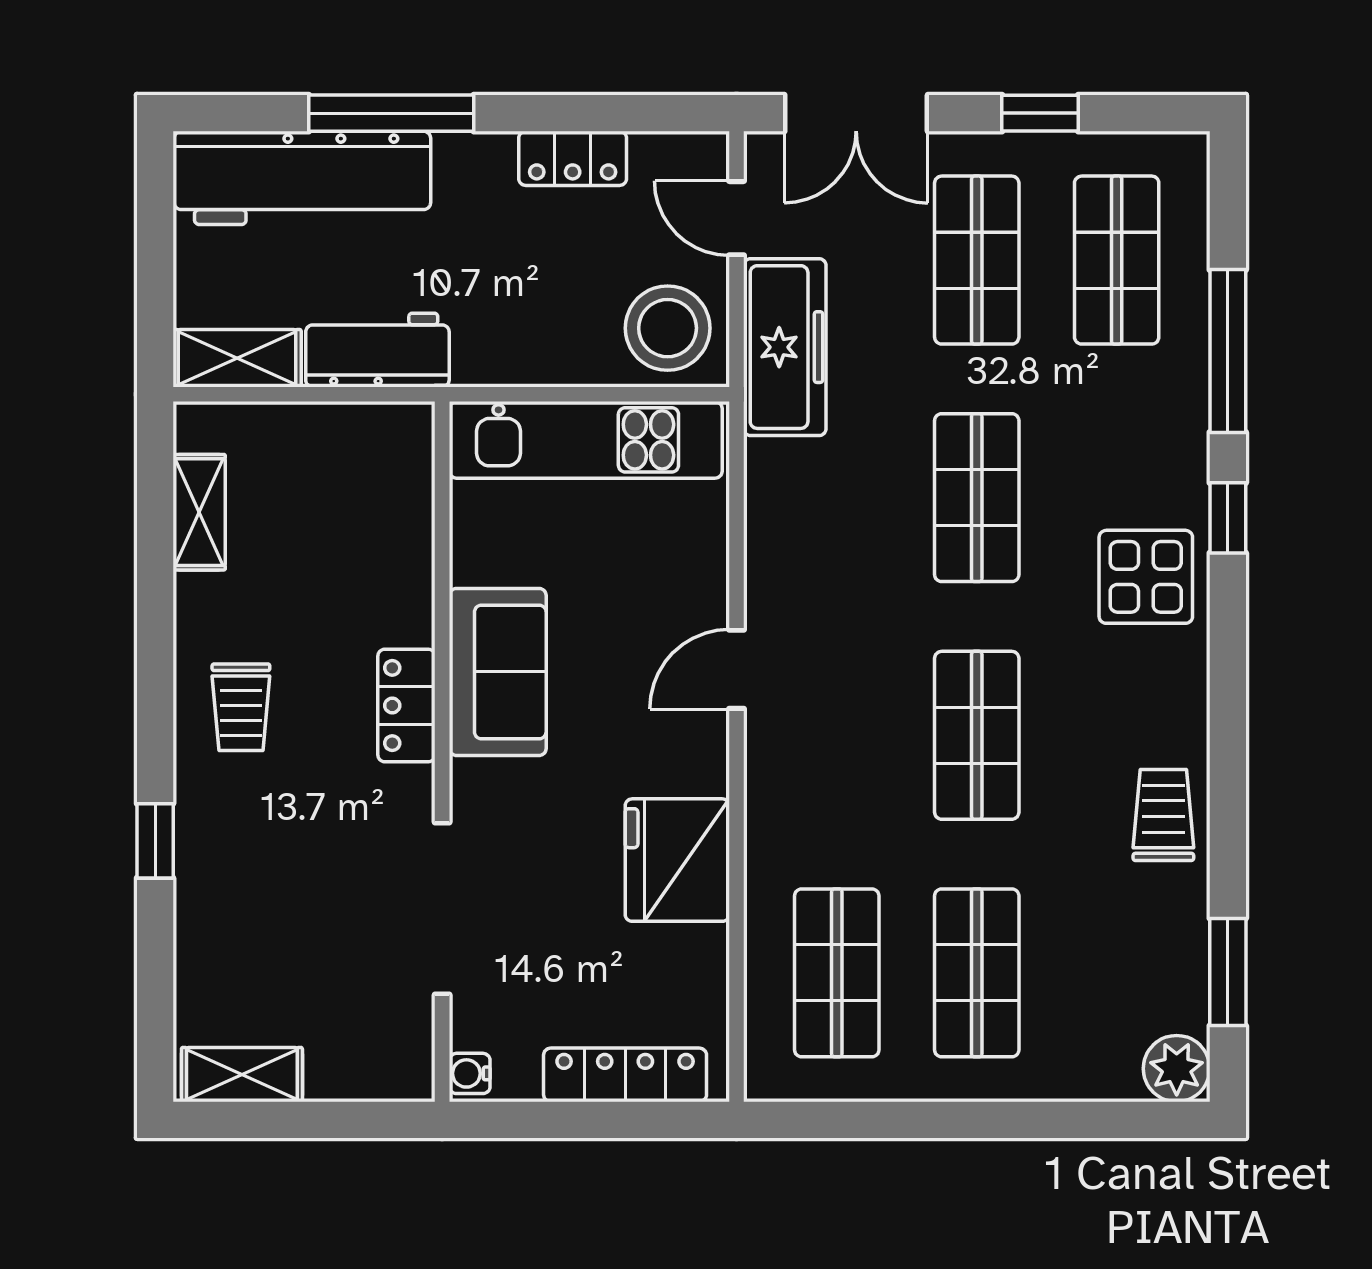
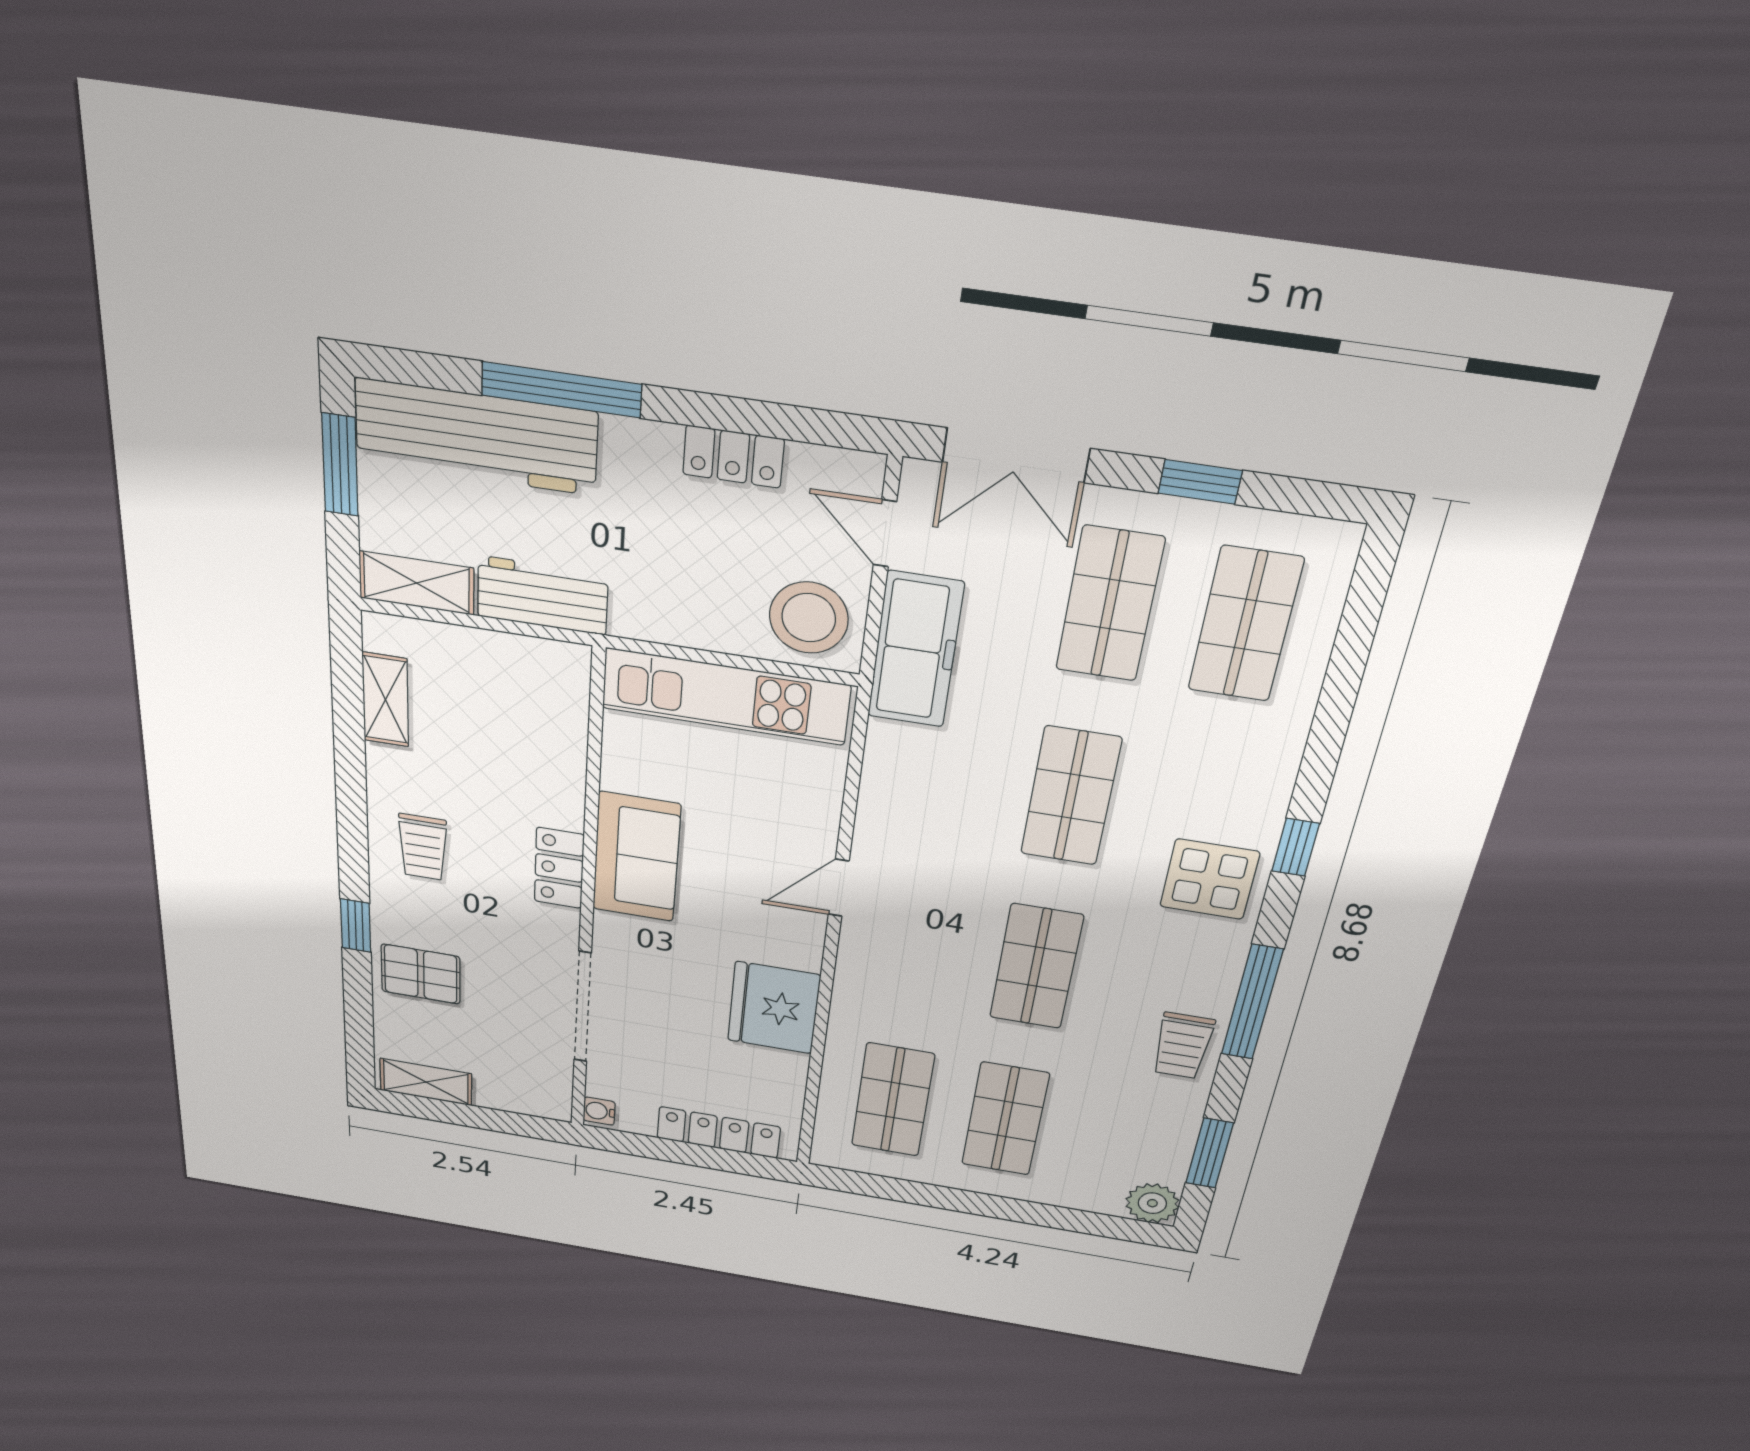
window: (155, 232) -> (340, 465), added
window: (1228, 351) -> (1252, 1002), moved
trolley: (1163, 815) -> (1183, 1046), turned 180
pallet: (237, 899) -> (421, 974), added

